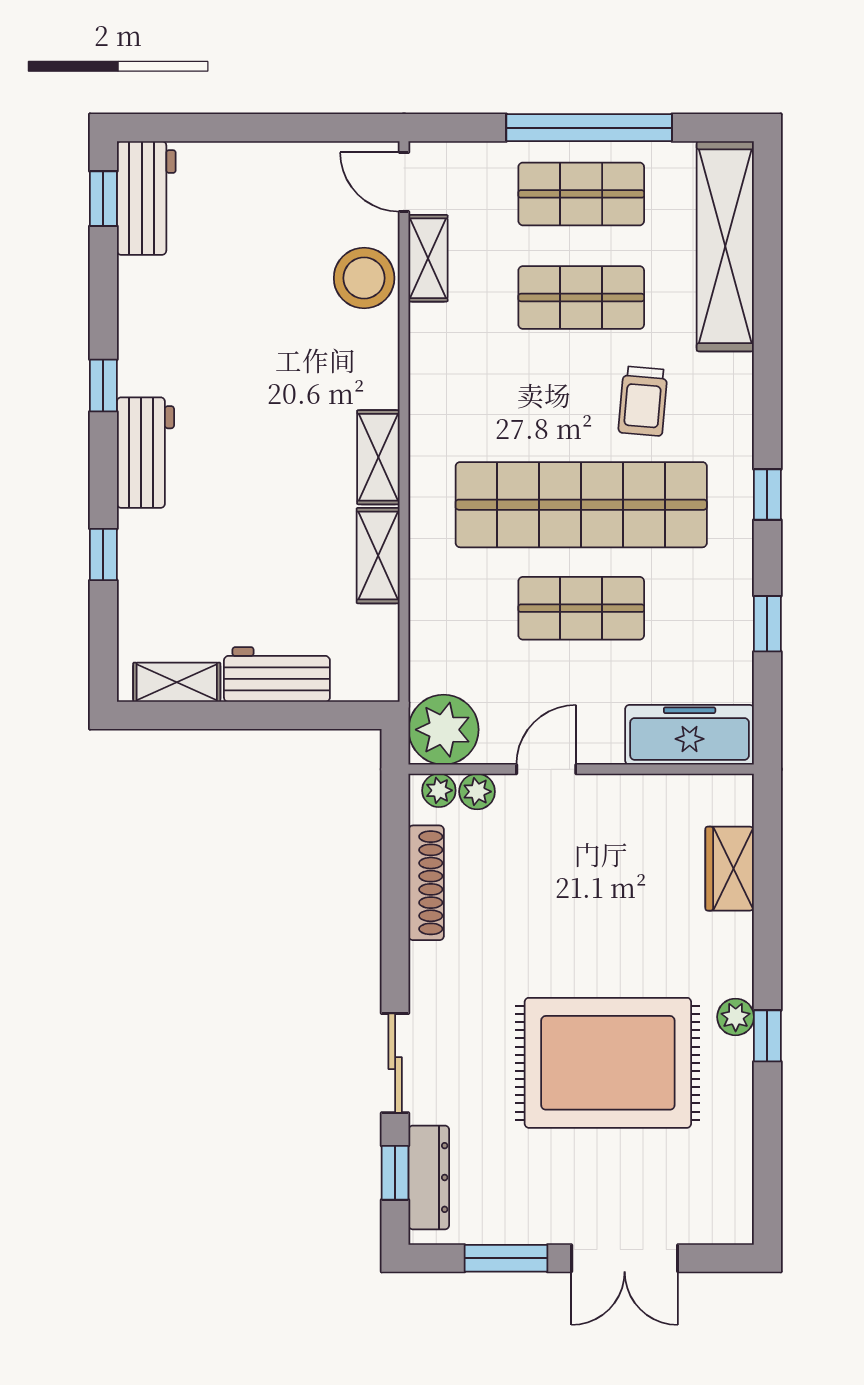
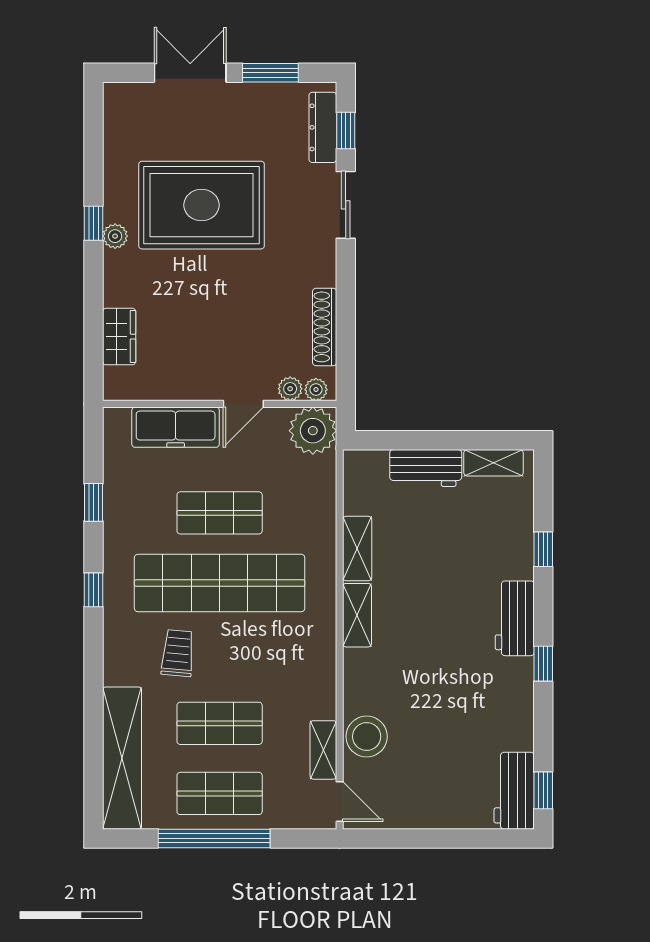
freezer: (690, 735) -> (176, 427), moved

